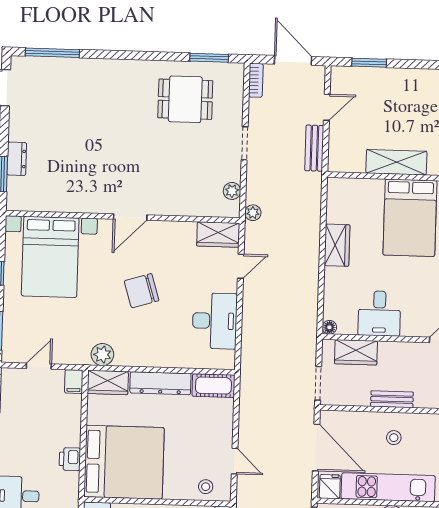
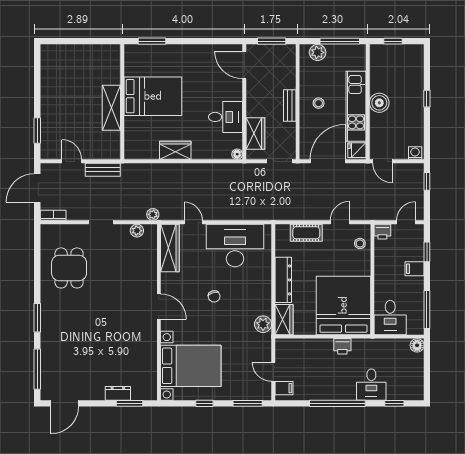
window: (209, 58) -> (37, 318), moved
wardrobe: (218, 234) -> (170, 248), width x1.50
chair: (142, 291) -> (214, 296), width x0.54, depth x0.54
desk: (215, 321) -> (235, 246), width x1.36, depth x1.30
filing cabinet: (74, 382) -> (284, 388), moved
cot: (213, 386) -> (306, 233), moved, turned 90

